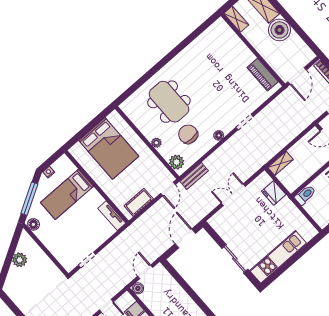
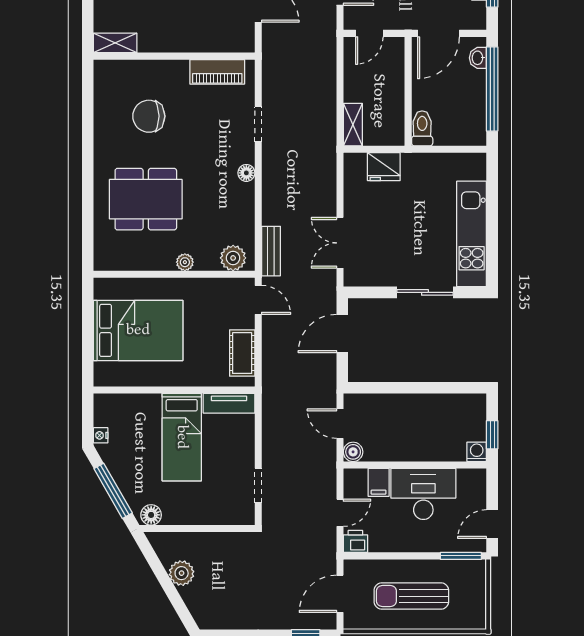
shelving: (236, 19) -> (115, 43), moved
wall: (253, 50) -> (174, 56), moved
piano: (263, 75) -> (217, 72), moved
chair: (188, 134) -> (149, 116), moved
bed: (67, 194) -> (182, 437), moved
double door: (233, 195) -> (340, 243), moved
door: (185, 238) -> (342, 333), hinge flipped

